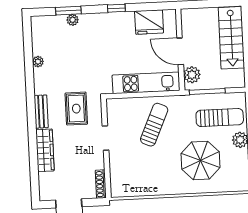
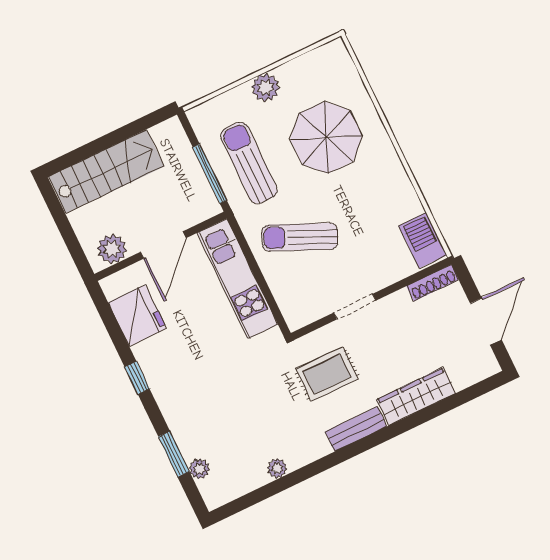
plant: (73, 20) -> (199, 469), moved
plant: (192, 75) -> (112, 249), moved
sun lounger: (220, 118) -> (249, 163), moved
barbecue: (125, 188) -> (423, 240), added

